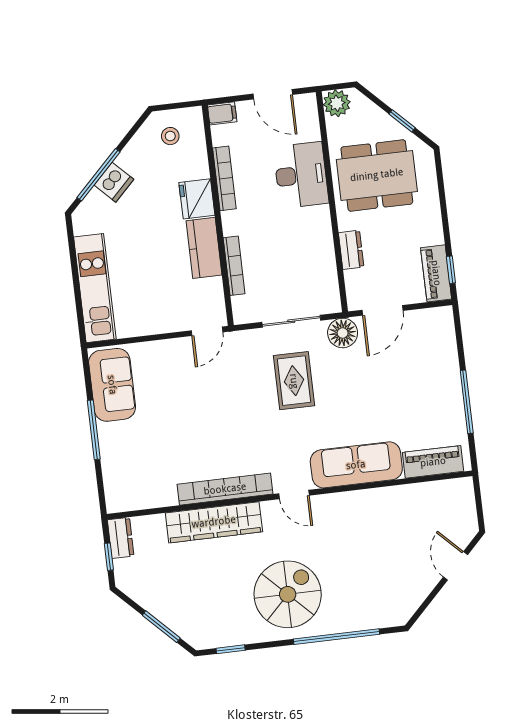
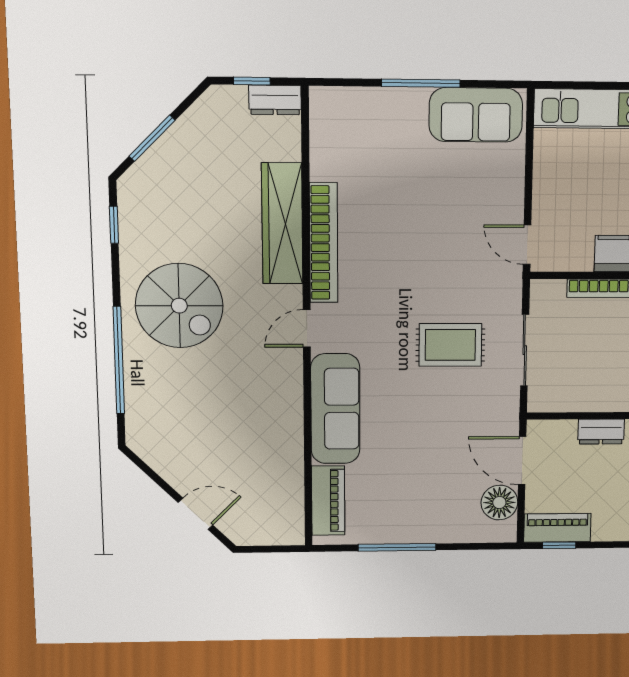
floor lamp: (343, 333) -> (499, 503), moved

